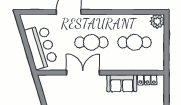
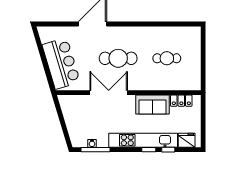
plant: (157, 21) -> (193, 35), removed
cafe table: (134, 42) -> (167, 58), width x0.73, depth x0.74

